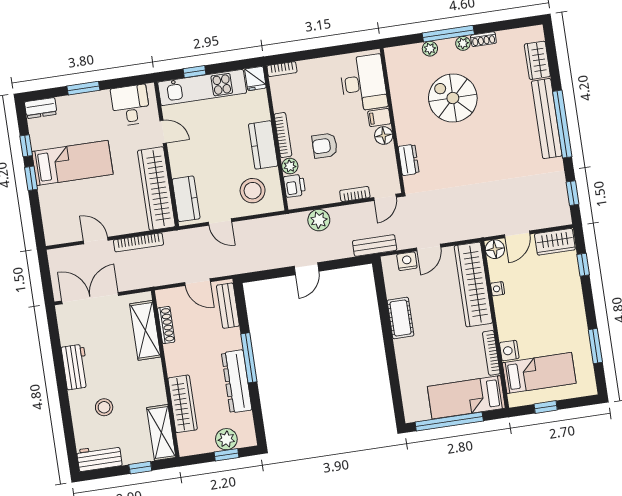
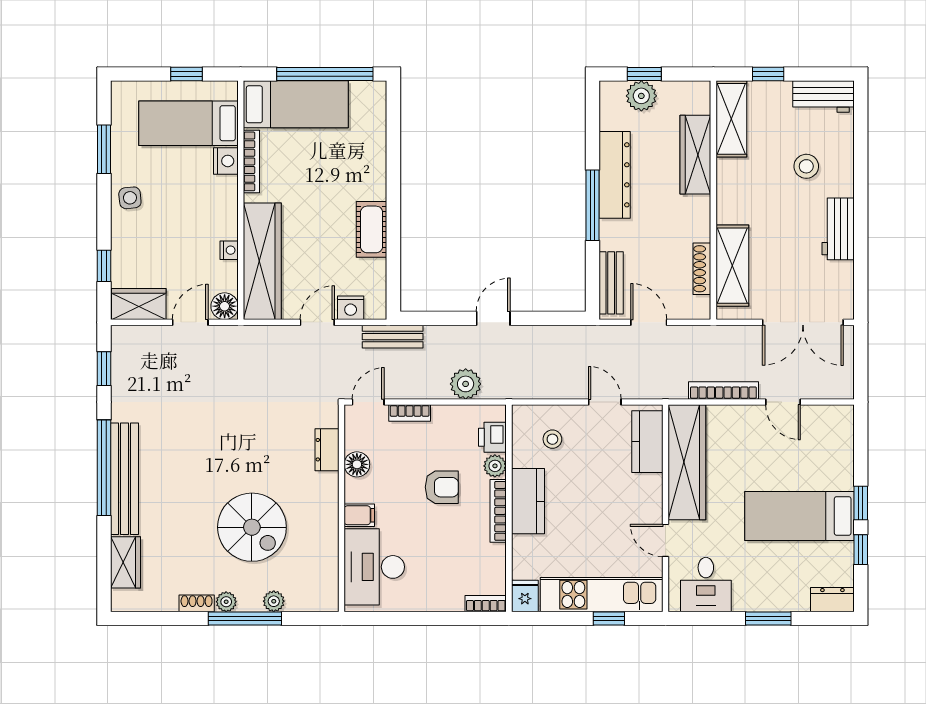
floor lamp: (384, 135) -> (357, 464), moved
stool: (253, 191) -> (552, 439), width x0.53, depth x0.53
side table: (572, 315) -> (130, 198), added

